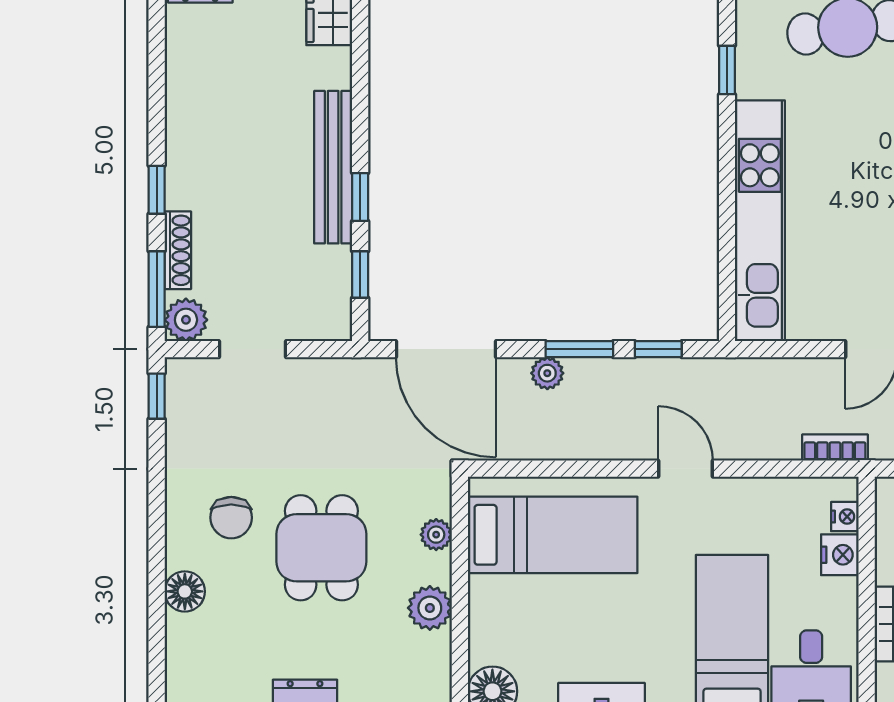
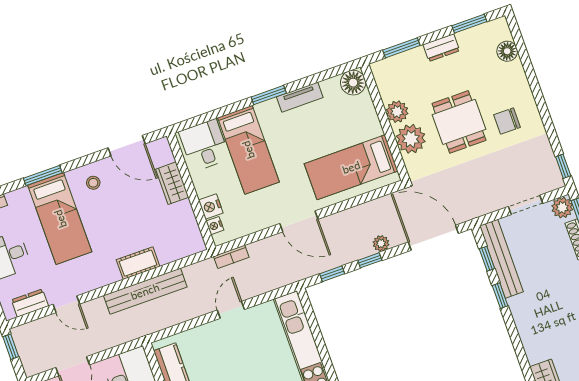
bench: (333, 167) -> (501, 259), moved
window: (579, 349) -> (370, 260), width x0.67
door: (685, 469) -> (299, 221), width x1.38
chair: (231, 518) -> (507, 121), turned -90
plant: (436, 535) -> (411, 139), width x1.87, depth x1.87
floor lamp: (185, 591) -> (507, 51), moved

